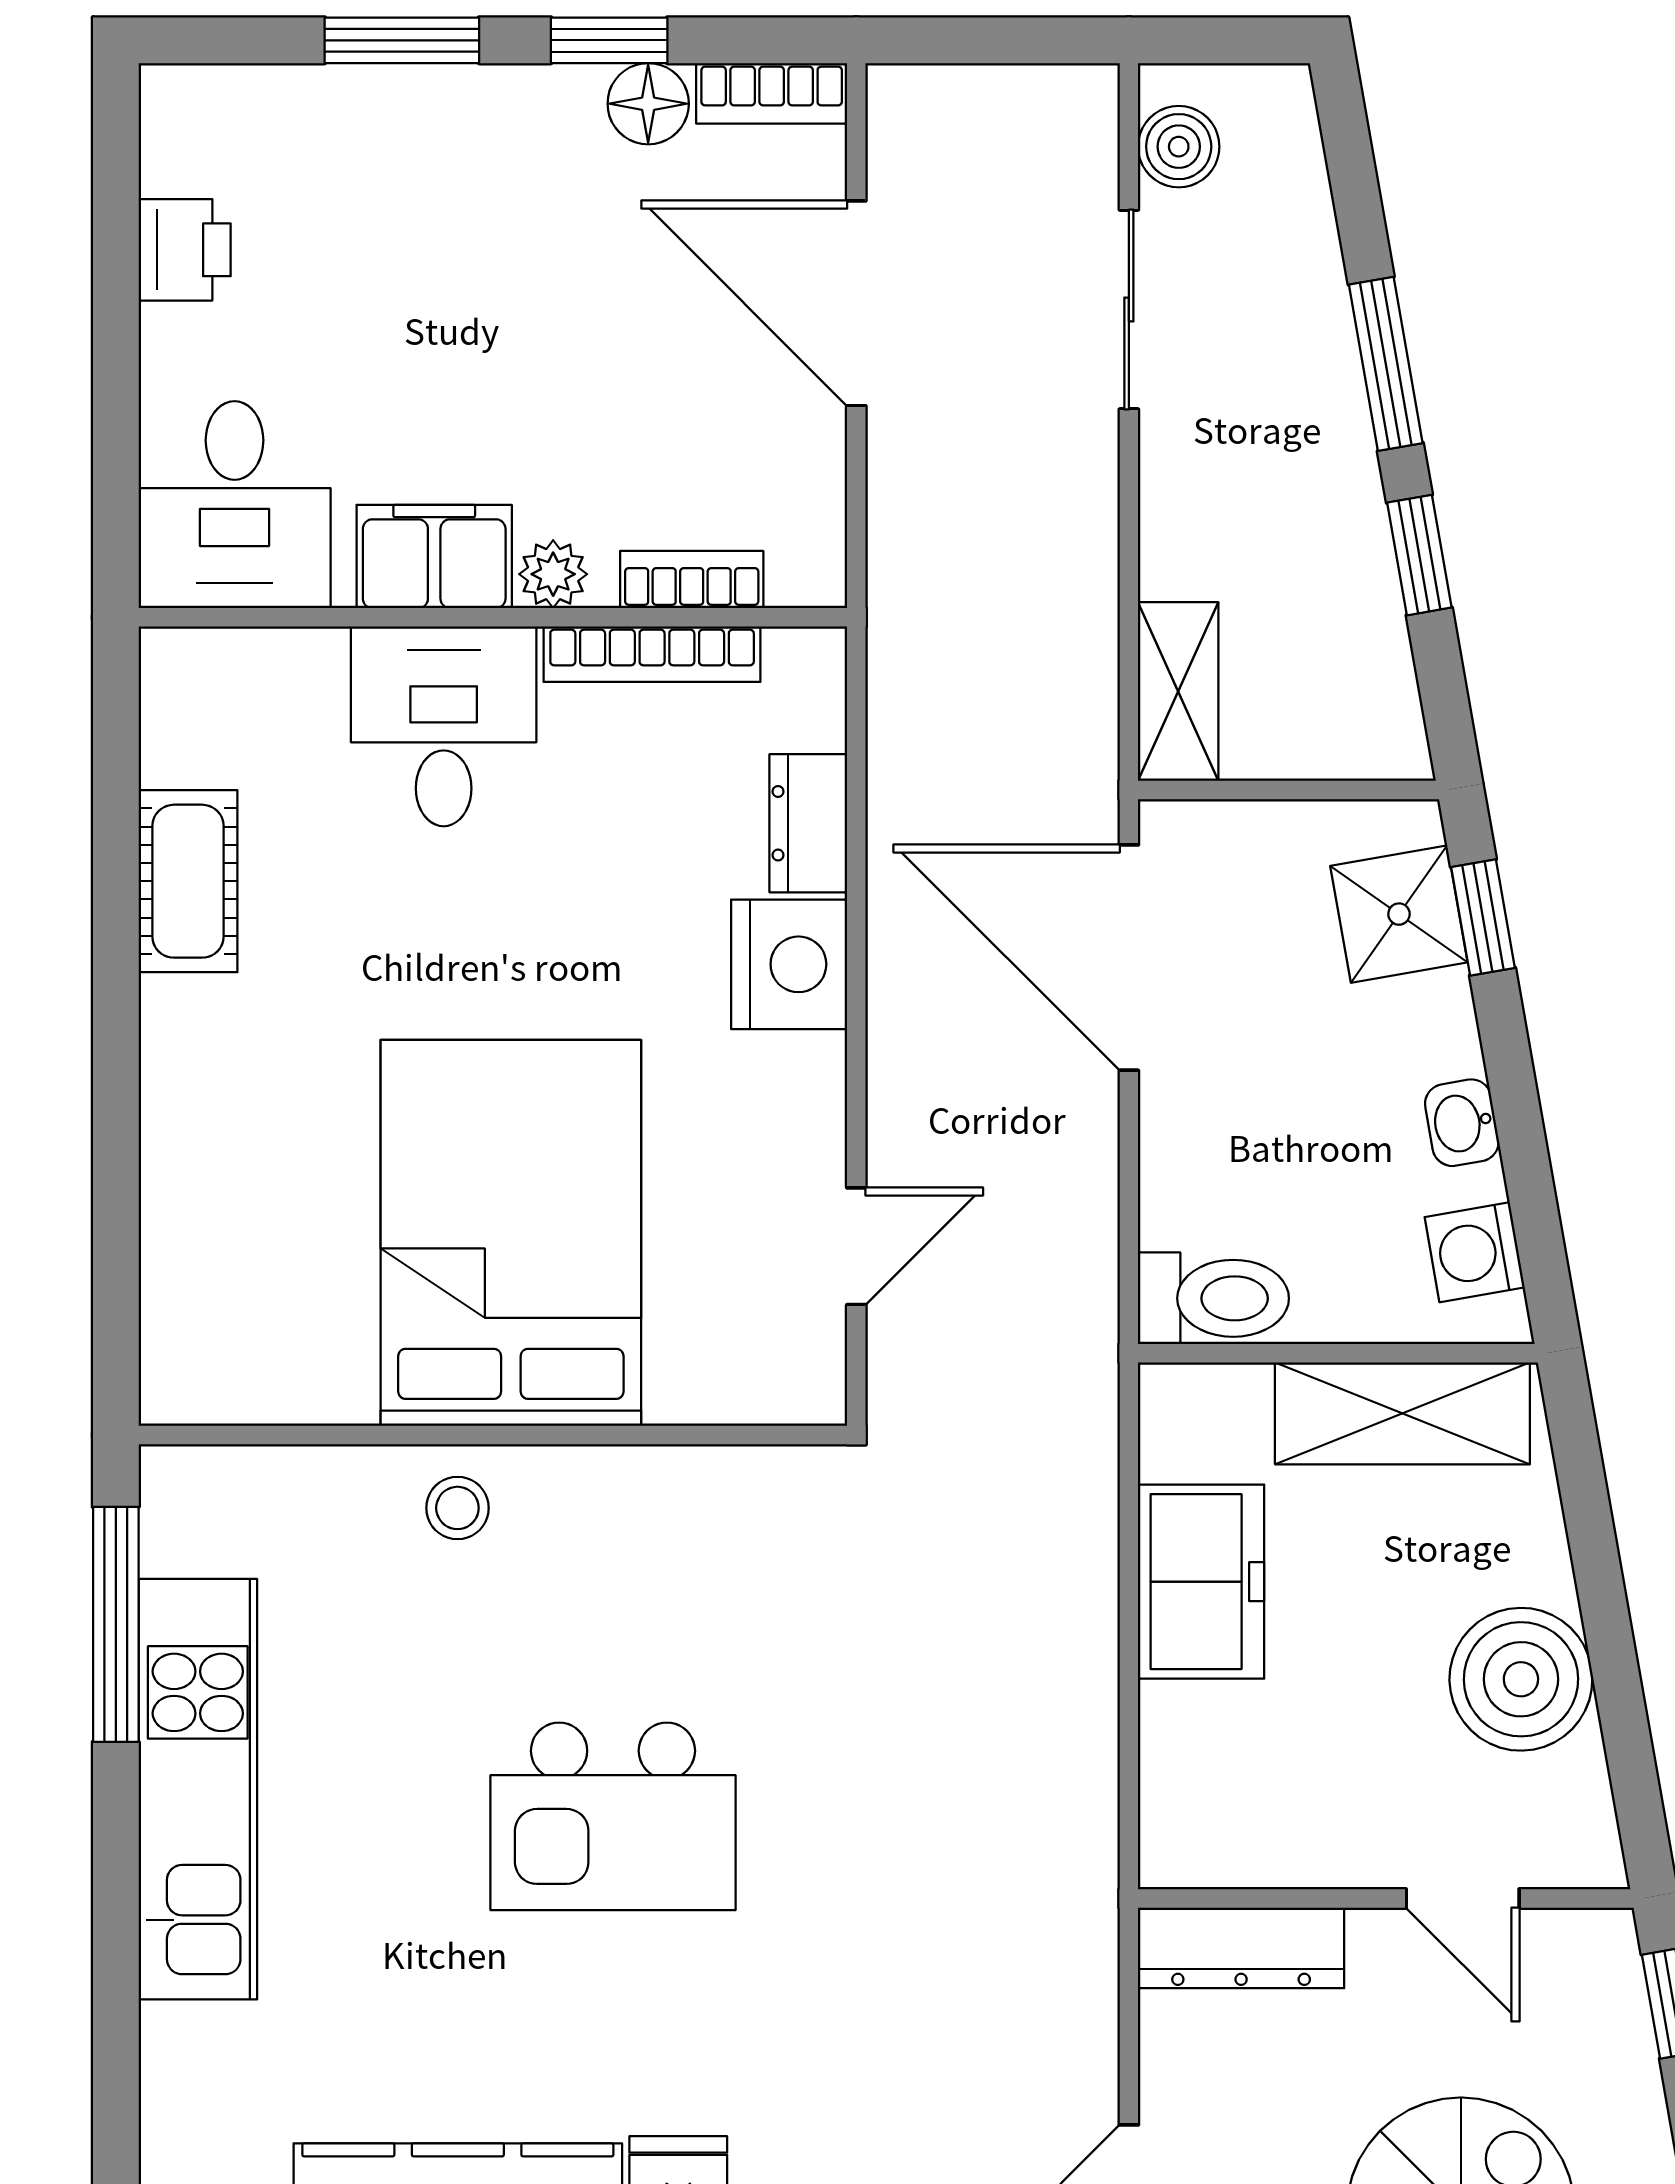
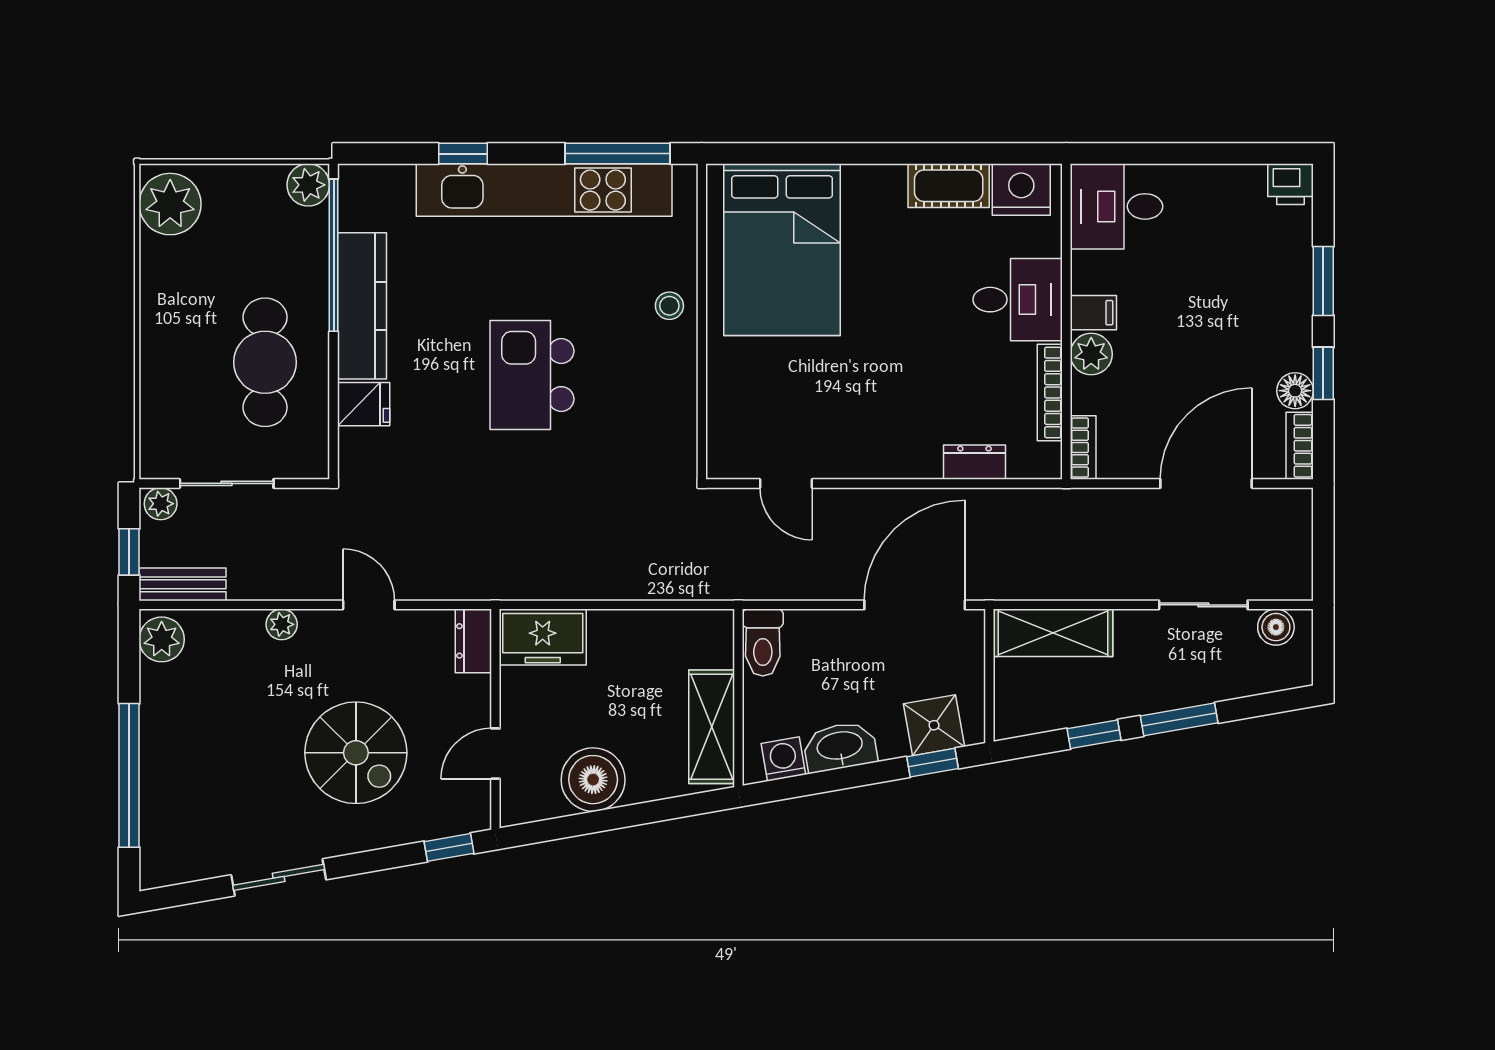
printer: (185, 250) -> (1291, 184), moved
filing cabinet: (434, 557) -> (1093, 313), width x0.50
plant: (553, 574) -> (1091, 354), width x1.38, depth x1.38
bookcase: (692, 580) -> (1083, 447), moved
shelving: (1178, 692) -> (1053, 633), width x1.50, depth x1.33
nightstand: (789, 964) -> (1021, 190), moved, turned 180
washbasin: (1462, 1123) -> (840, 747), width x1.91, depth x1.45
bed: (511, 1233) -> (782, 250), moved, turned 90
freezer: (1201, 1582) -> (543, 637), moved
kitchen unit: (198, 1789) -> (544, 190), width x1.36
dresser: (1241, 1948) -> (473, 641), width x0.70
window: (116, 1971) -> (463, 154), added

